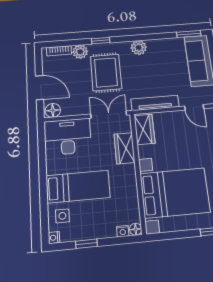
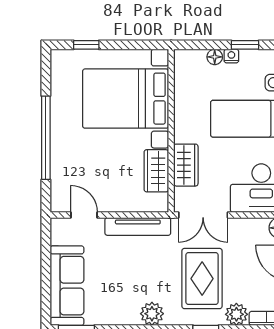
wardrobe: (144, 129) -> (156, 171), moved
floor lamp: (136, 229) -> (215, 57), moved
nightstand: (123, 231) -> (231, 56), moved

